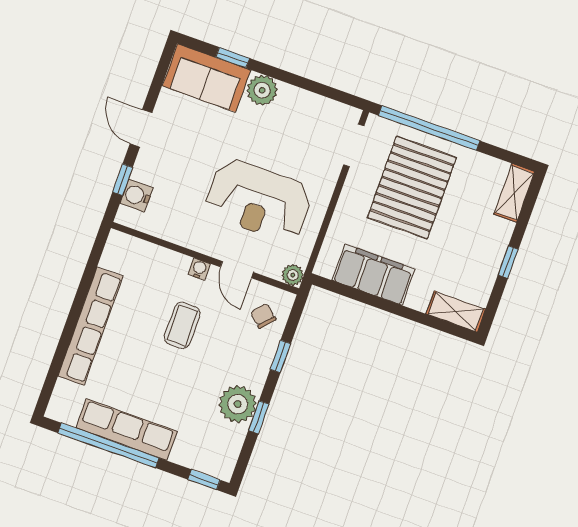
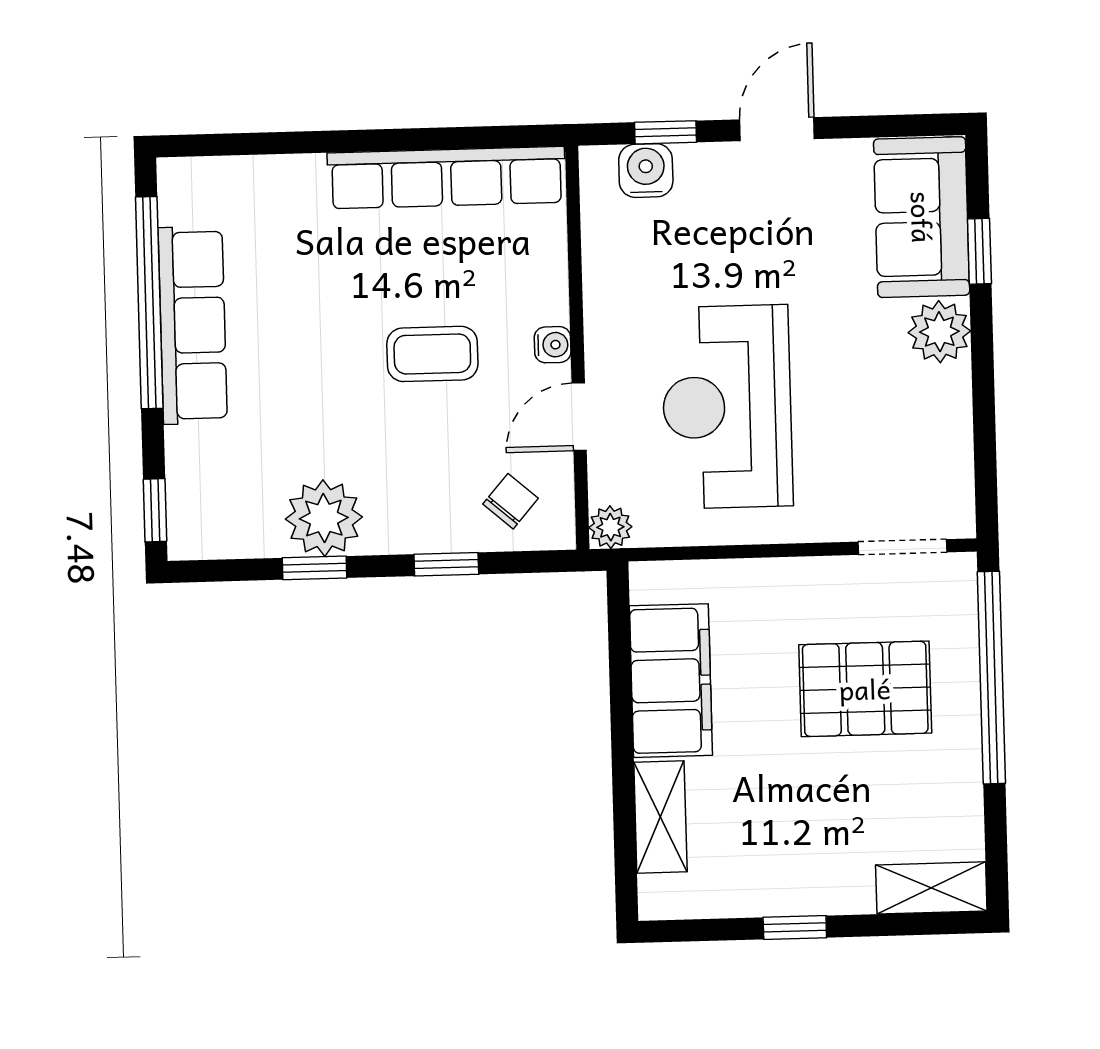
pallet: (412, 188) -> (865, 689), width x0.73, depth x0.71
shelving: (456, 312) -> (660, 817), moved
row of seats: (90, 326) -> (446, 178), moved

